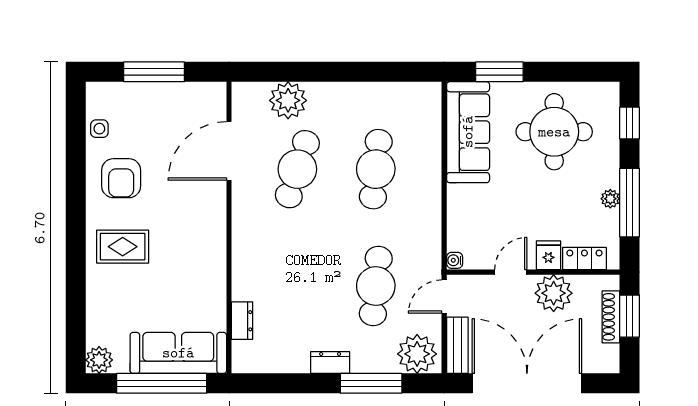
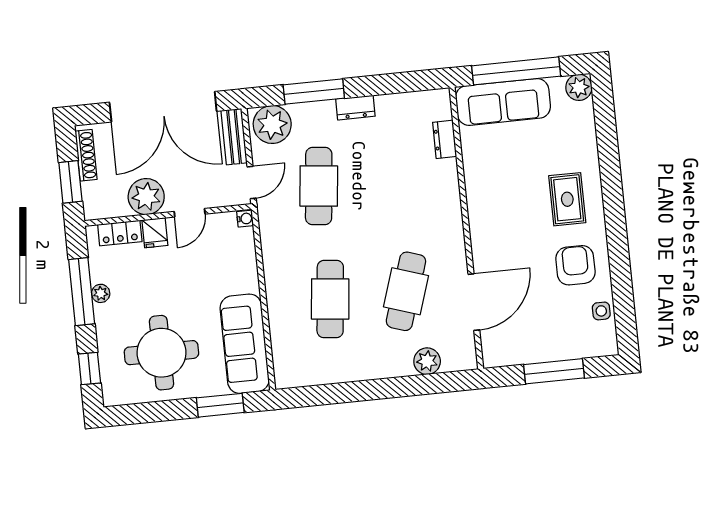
plant: (288, 100) -> (427, 361), width x0.73, depth x0.73
rug: (123, 247) -> (567, 199), turned 90
shoe rack: (611, 317) -> (86, 155), moved

